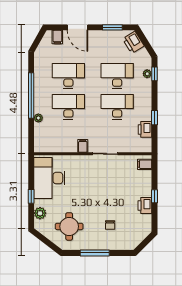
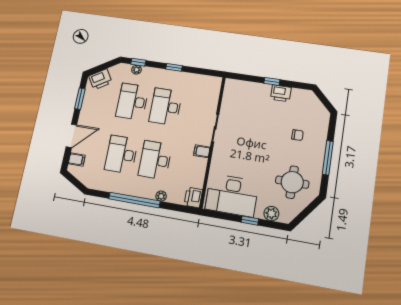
window: (154, 118) -> (174, 67), moved
printer: (145, 129) -> (193, 197), moved, turned 90
filing cabinet: (145, 164) -> (234, 87), removed

